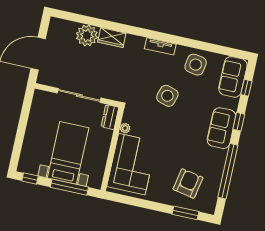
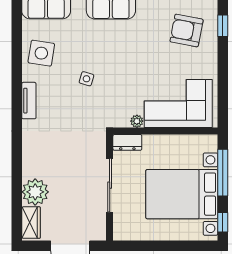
wardrobe: (112, 38) -> (31, 223), moved
side table: (167, 96) -> (86, 79), width x0.54, depth x0.54
bed with nightstands: (68, 153) -> (182, 194), width x1.36
window: (185, 213) -> (223, 26), width x0.67

